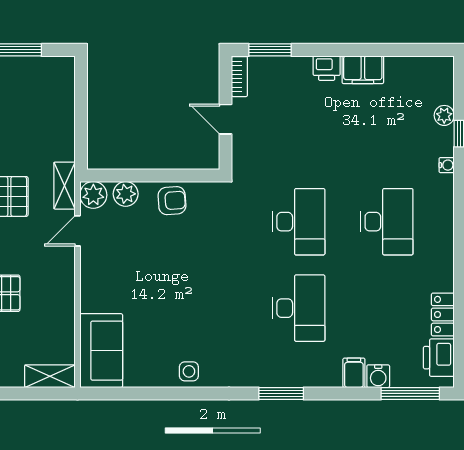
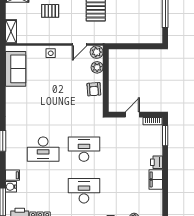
shelving: (64, 186) -> (101, 38), removed
desk: (299, 222) -> (84, 149), turned 180
desk: (387, 222) -> (84, 191), turned 180
door: (77, 231) -> (80, 45), swing flipped
sofa: (101, 351) -> (16, 69), moved, turned -90
side table: (189, 371) -> (51, 53), moved

